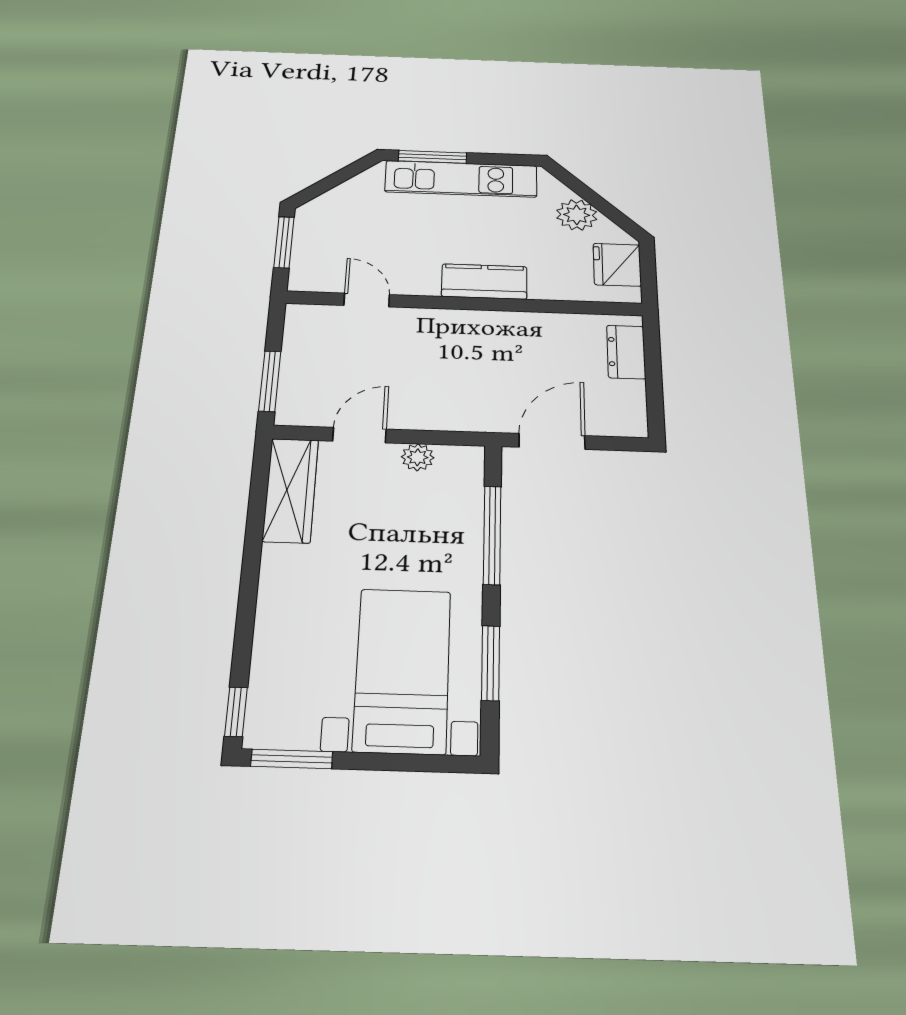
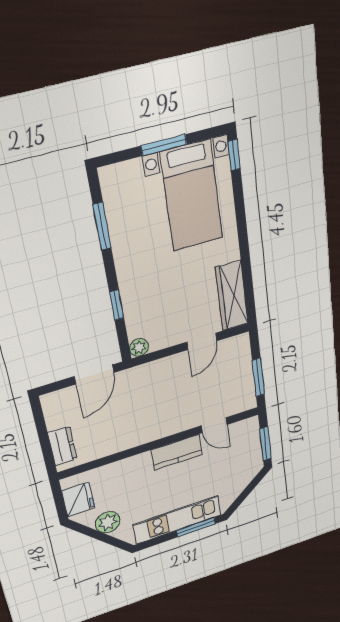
kitchen counter: (484, 282) -> (177, 452), moved
window: (270, 381) -> (258, 377), moved
plant: (418, 457) -> (139, 347), moved
window: (492, 535) -> (117, 305), width x0.46
bed with nightstands: (402, 670) -> (192, 196), moved
window: (292, 759) -> (164, 145), moved

